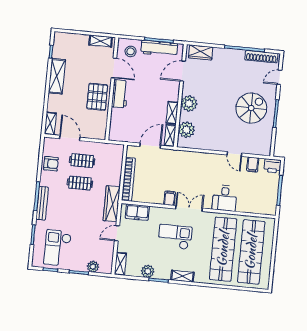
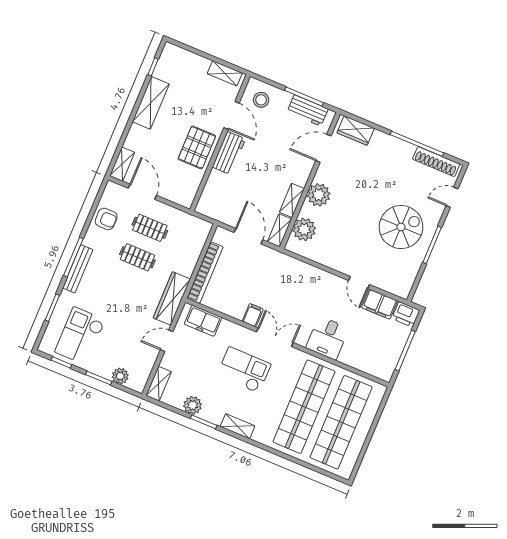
workbench: (159, 48) -> (308, 110), width x0.73
door: (150, 146) -> (248, 236), hinge flipped
filing cabinet: (253, 164) -> (380, 304), width x2.00

